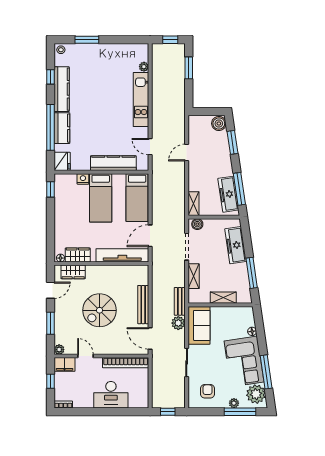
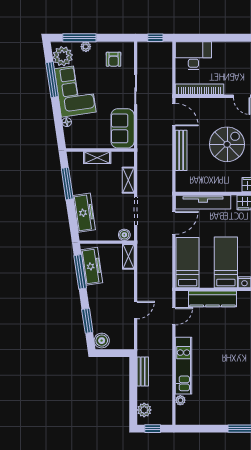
window: (189, 68) -> (133, 399), removed
door: (150, 147) -> (174, 316), hinge flipped
bench: (180, 301) -> (143, 371), moved
plant: (178, 323) -> (144, 410), moved
desk: (111, 395) -> (193, 56), moved

